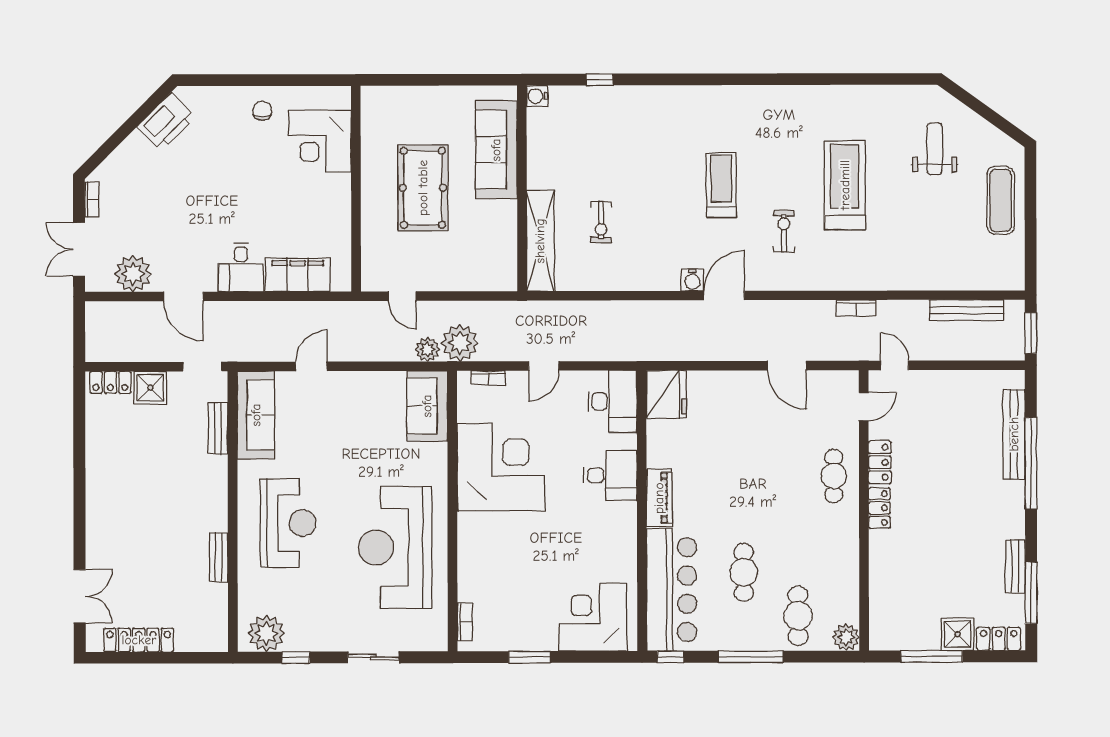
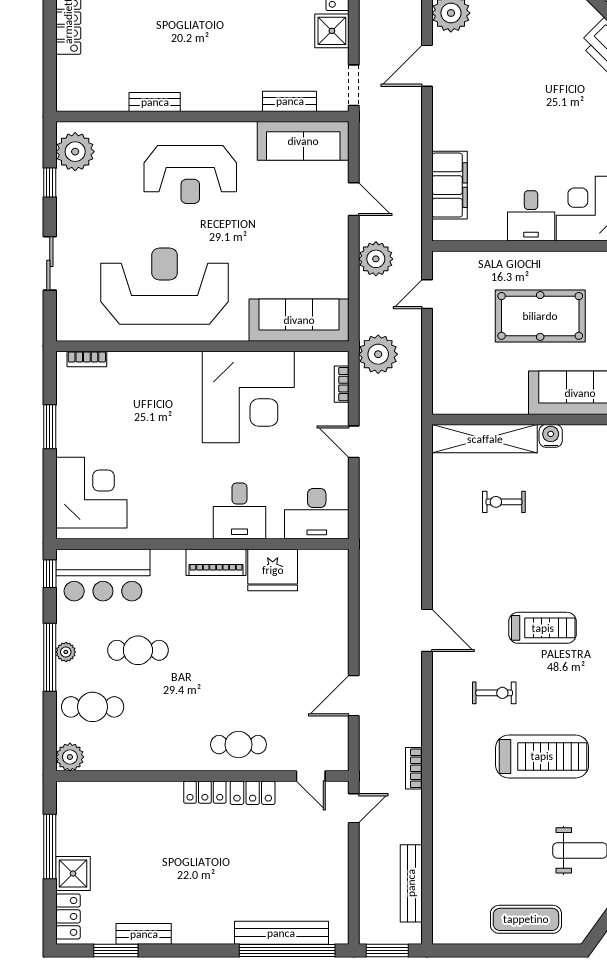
desk: (241, 267) -> (531, 216), moved, turned -90
water cooler: (692, 280) -> (551, 436), moved, turned 90
plant: (427, 350) -> (376, 259), moved, width x1.36, depth x1.36
fridge: (666, 394) -> (273, 570), moved
sofa: (427, 406) -> (299, 320), width x1.36
window: (1031, 463) -> (287, 950), moved
bar counter: (672, 590) -> (103, 575), width x0.73
window: (1031, 593) -> (116, 950), width x0.69
plant: (745, 641) -> (66, 652), added

